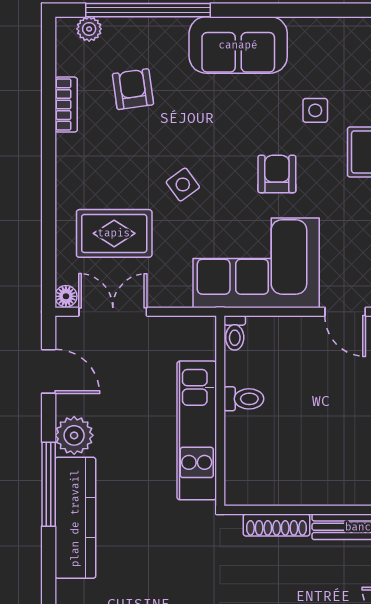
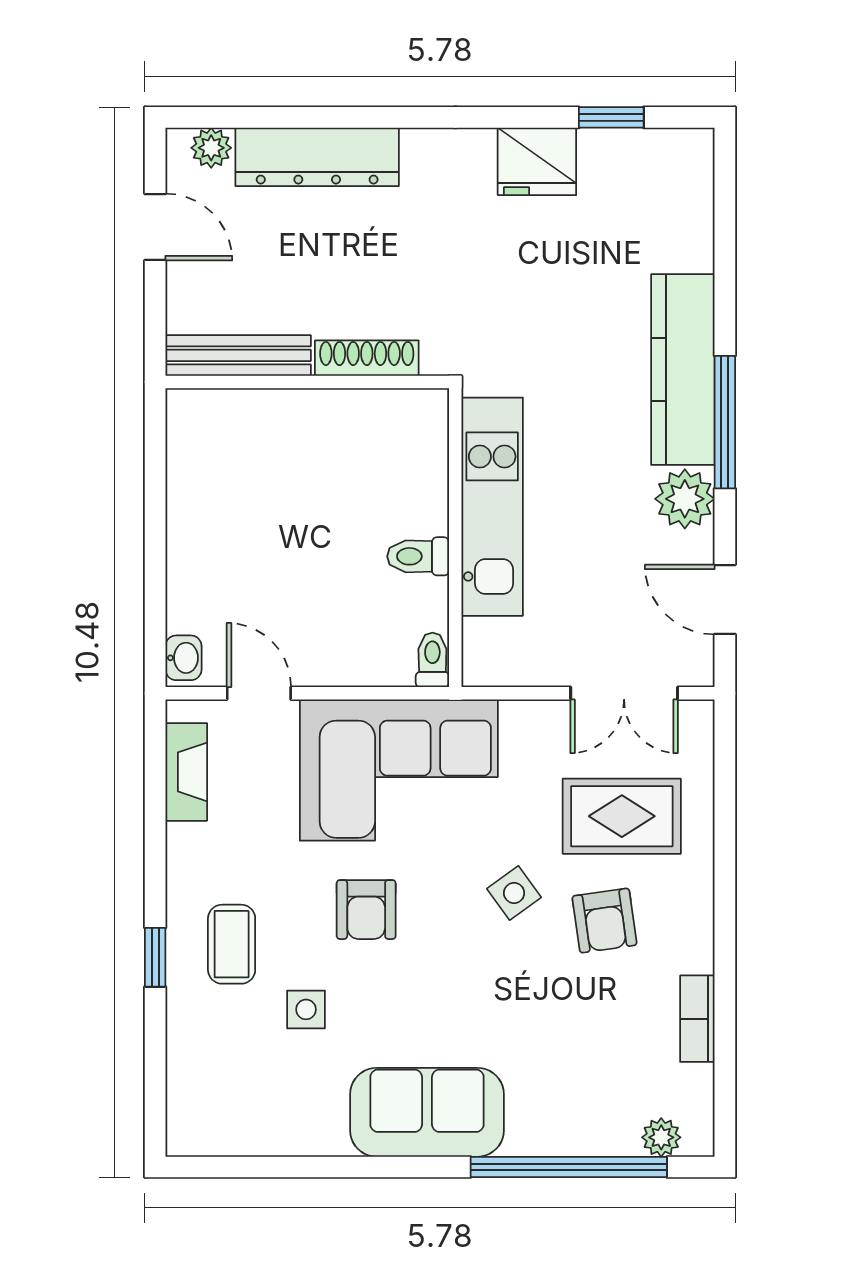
armchair: (133, 89) -> (605, 921), moved
floor lamp: (66, 296) -> (698, 717), removed

